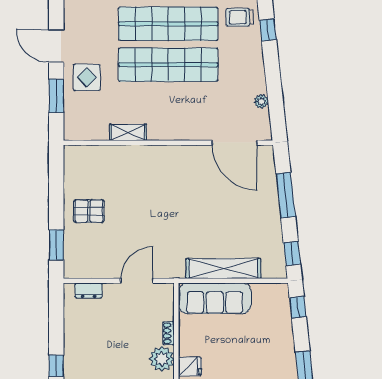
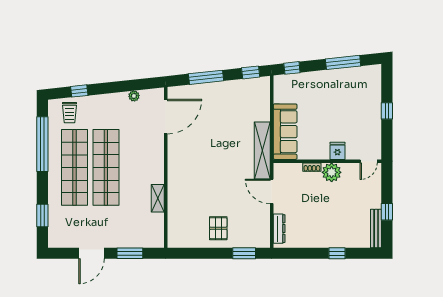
display table: (87, 77) -> (116, 230), removed
shelving: (223, 269) -> (262, 151), moved
dresser: (89, 290) -> (279, 229), width x1.44

